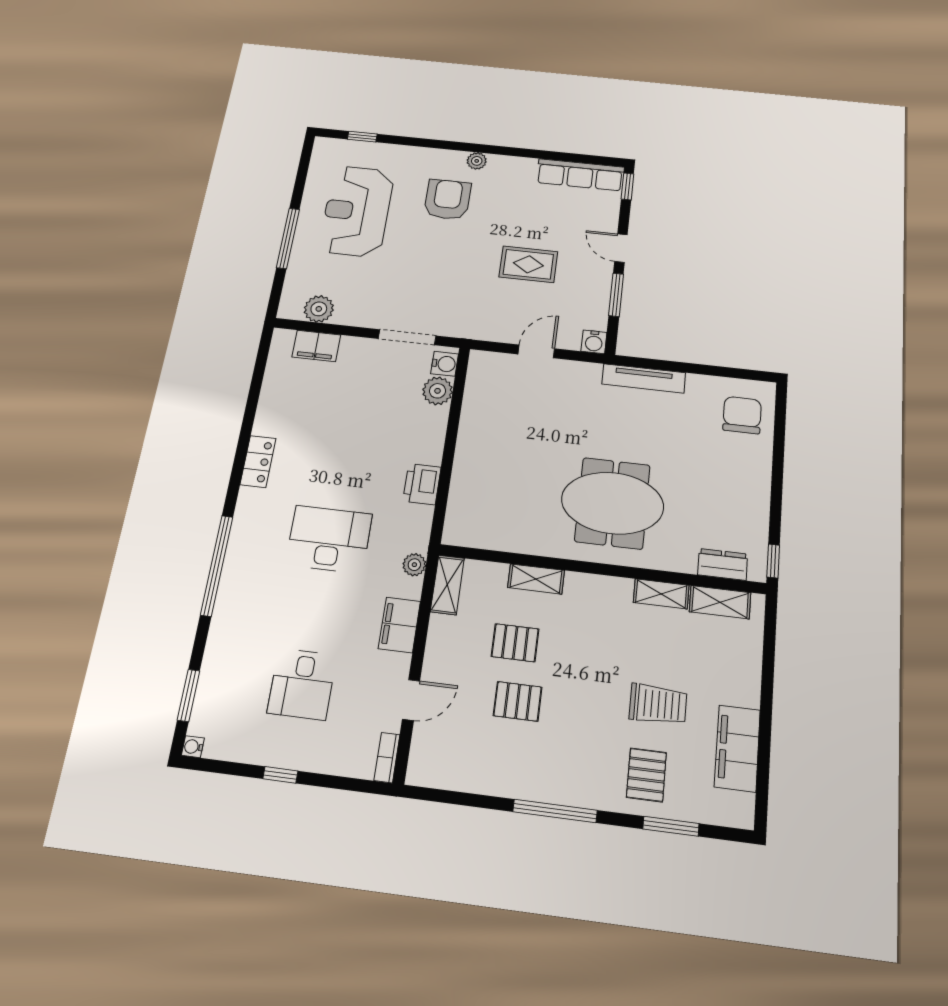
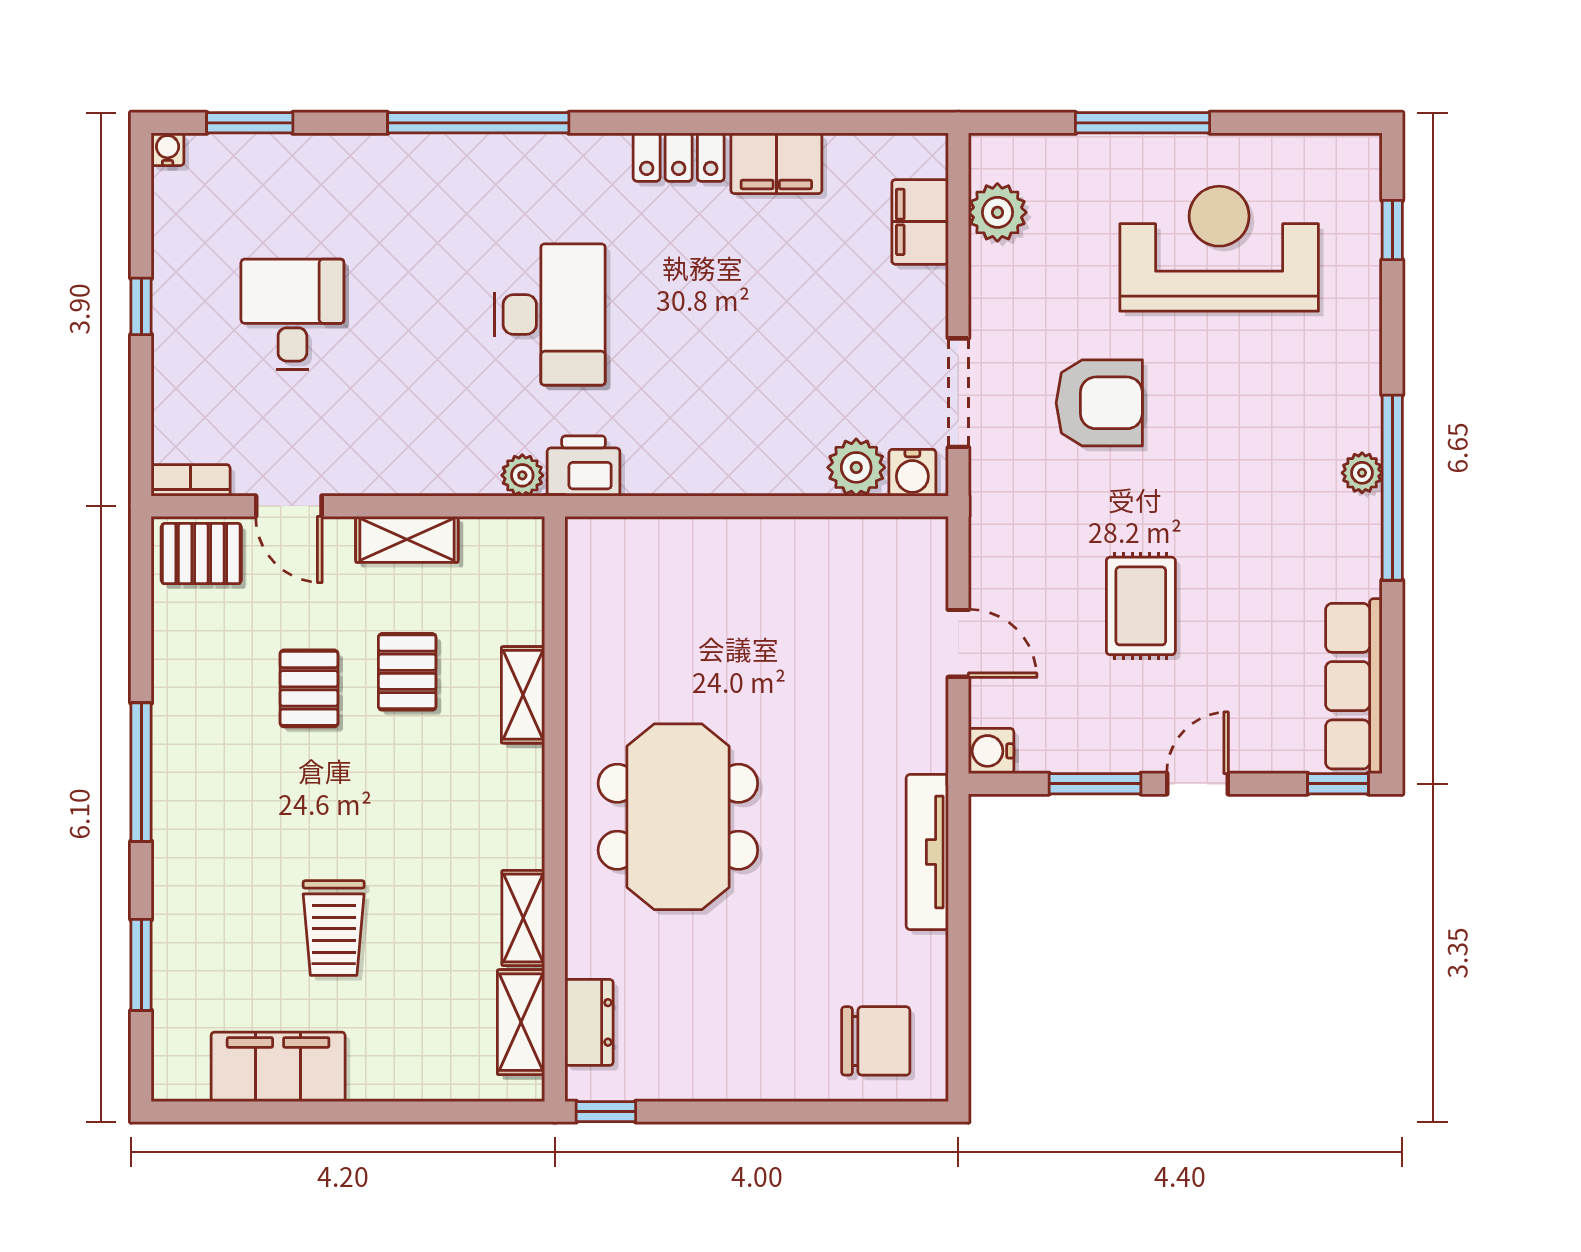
window: (486, 149) -> (1392, 488), added
armchair: (447, 199) -> (1099, 403), moved
printer: (422, 484) -> (584, 466), moved
shelving: (447, 585) -> (407, 539), moved
filing cabinet: (399, 625) -> (776, 163), moved, turned 180
desk: (302, 684) -> (292, 315), turned 90
pallet: (646, 775) -> (201, 554), moved

